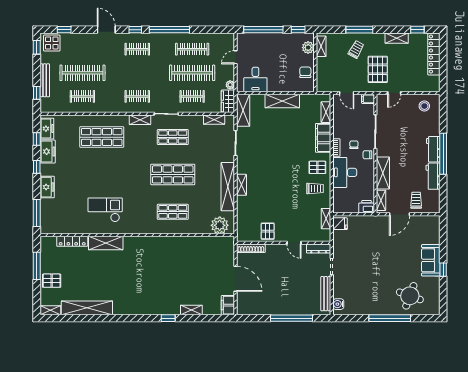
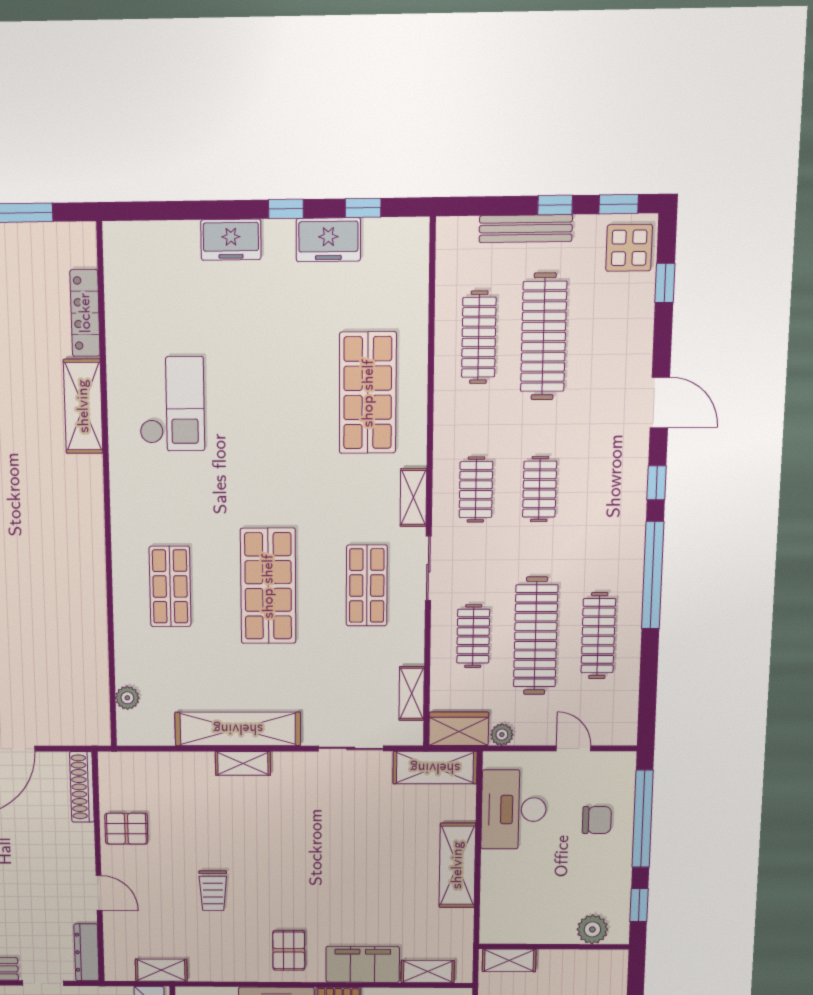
door: (106, 30) -> (660, 403), hinge flipped
shelving: (321, 46) -> (509, 960), moved
clothes rail: (137, 49) -> (540, 489), moved
chair: (305, 72) -> (597, 820), moved
desk: (255, 80) -> (514, 810), width x1.37
window: (37, 93) -> (555, 205), moved
clothes rail: (82, 96) -> (479, 337), width x1.36
freezer: (47, 129) -> (392, 237), removed
trolley: (315, 189) -> (213, 891), moved
window: (37, 213) -> (159, 211), removed
plant: (220, 225) -> (127, 698), width x0.53, depth x0.53
door: (294, 243) -> (99, 893), swing flipped

